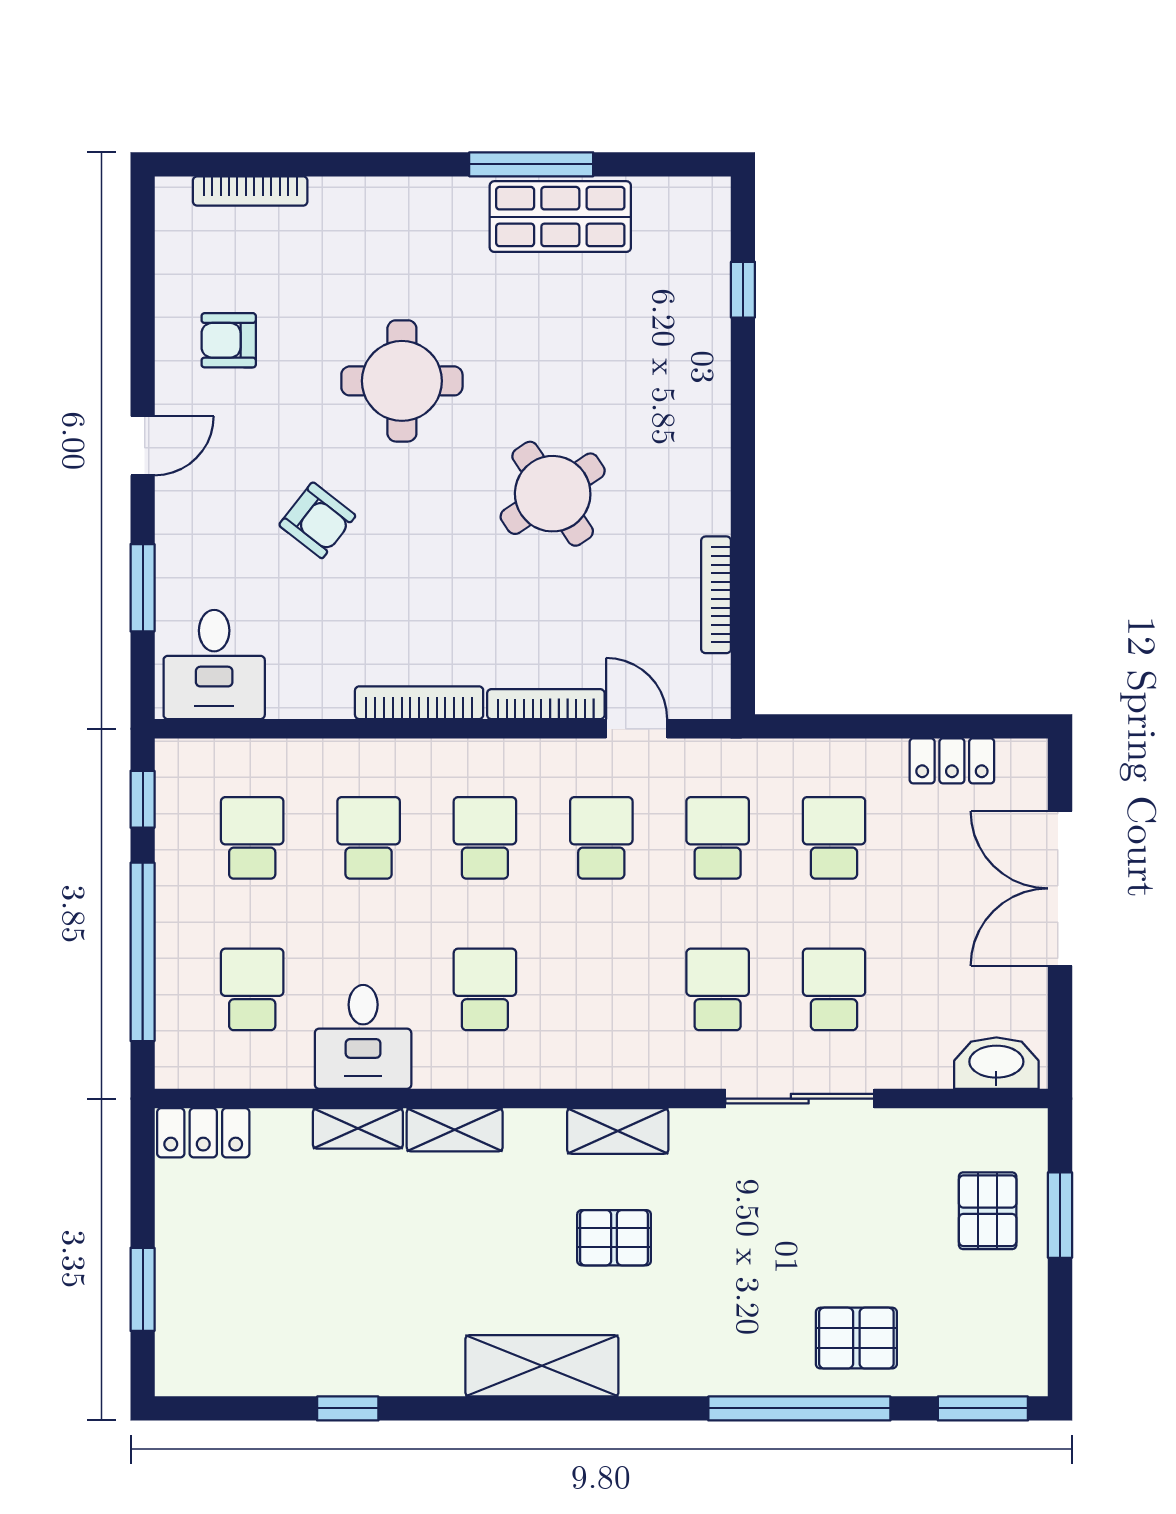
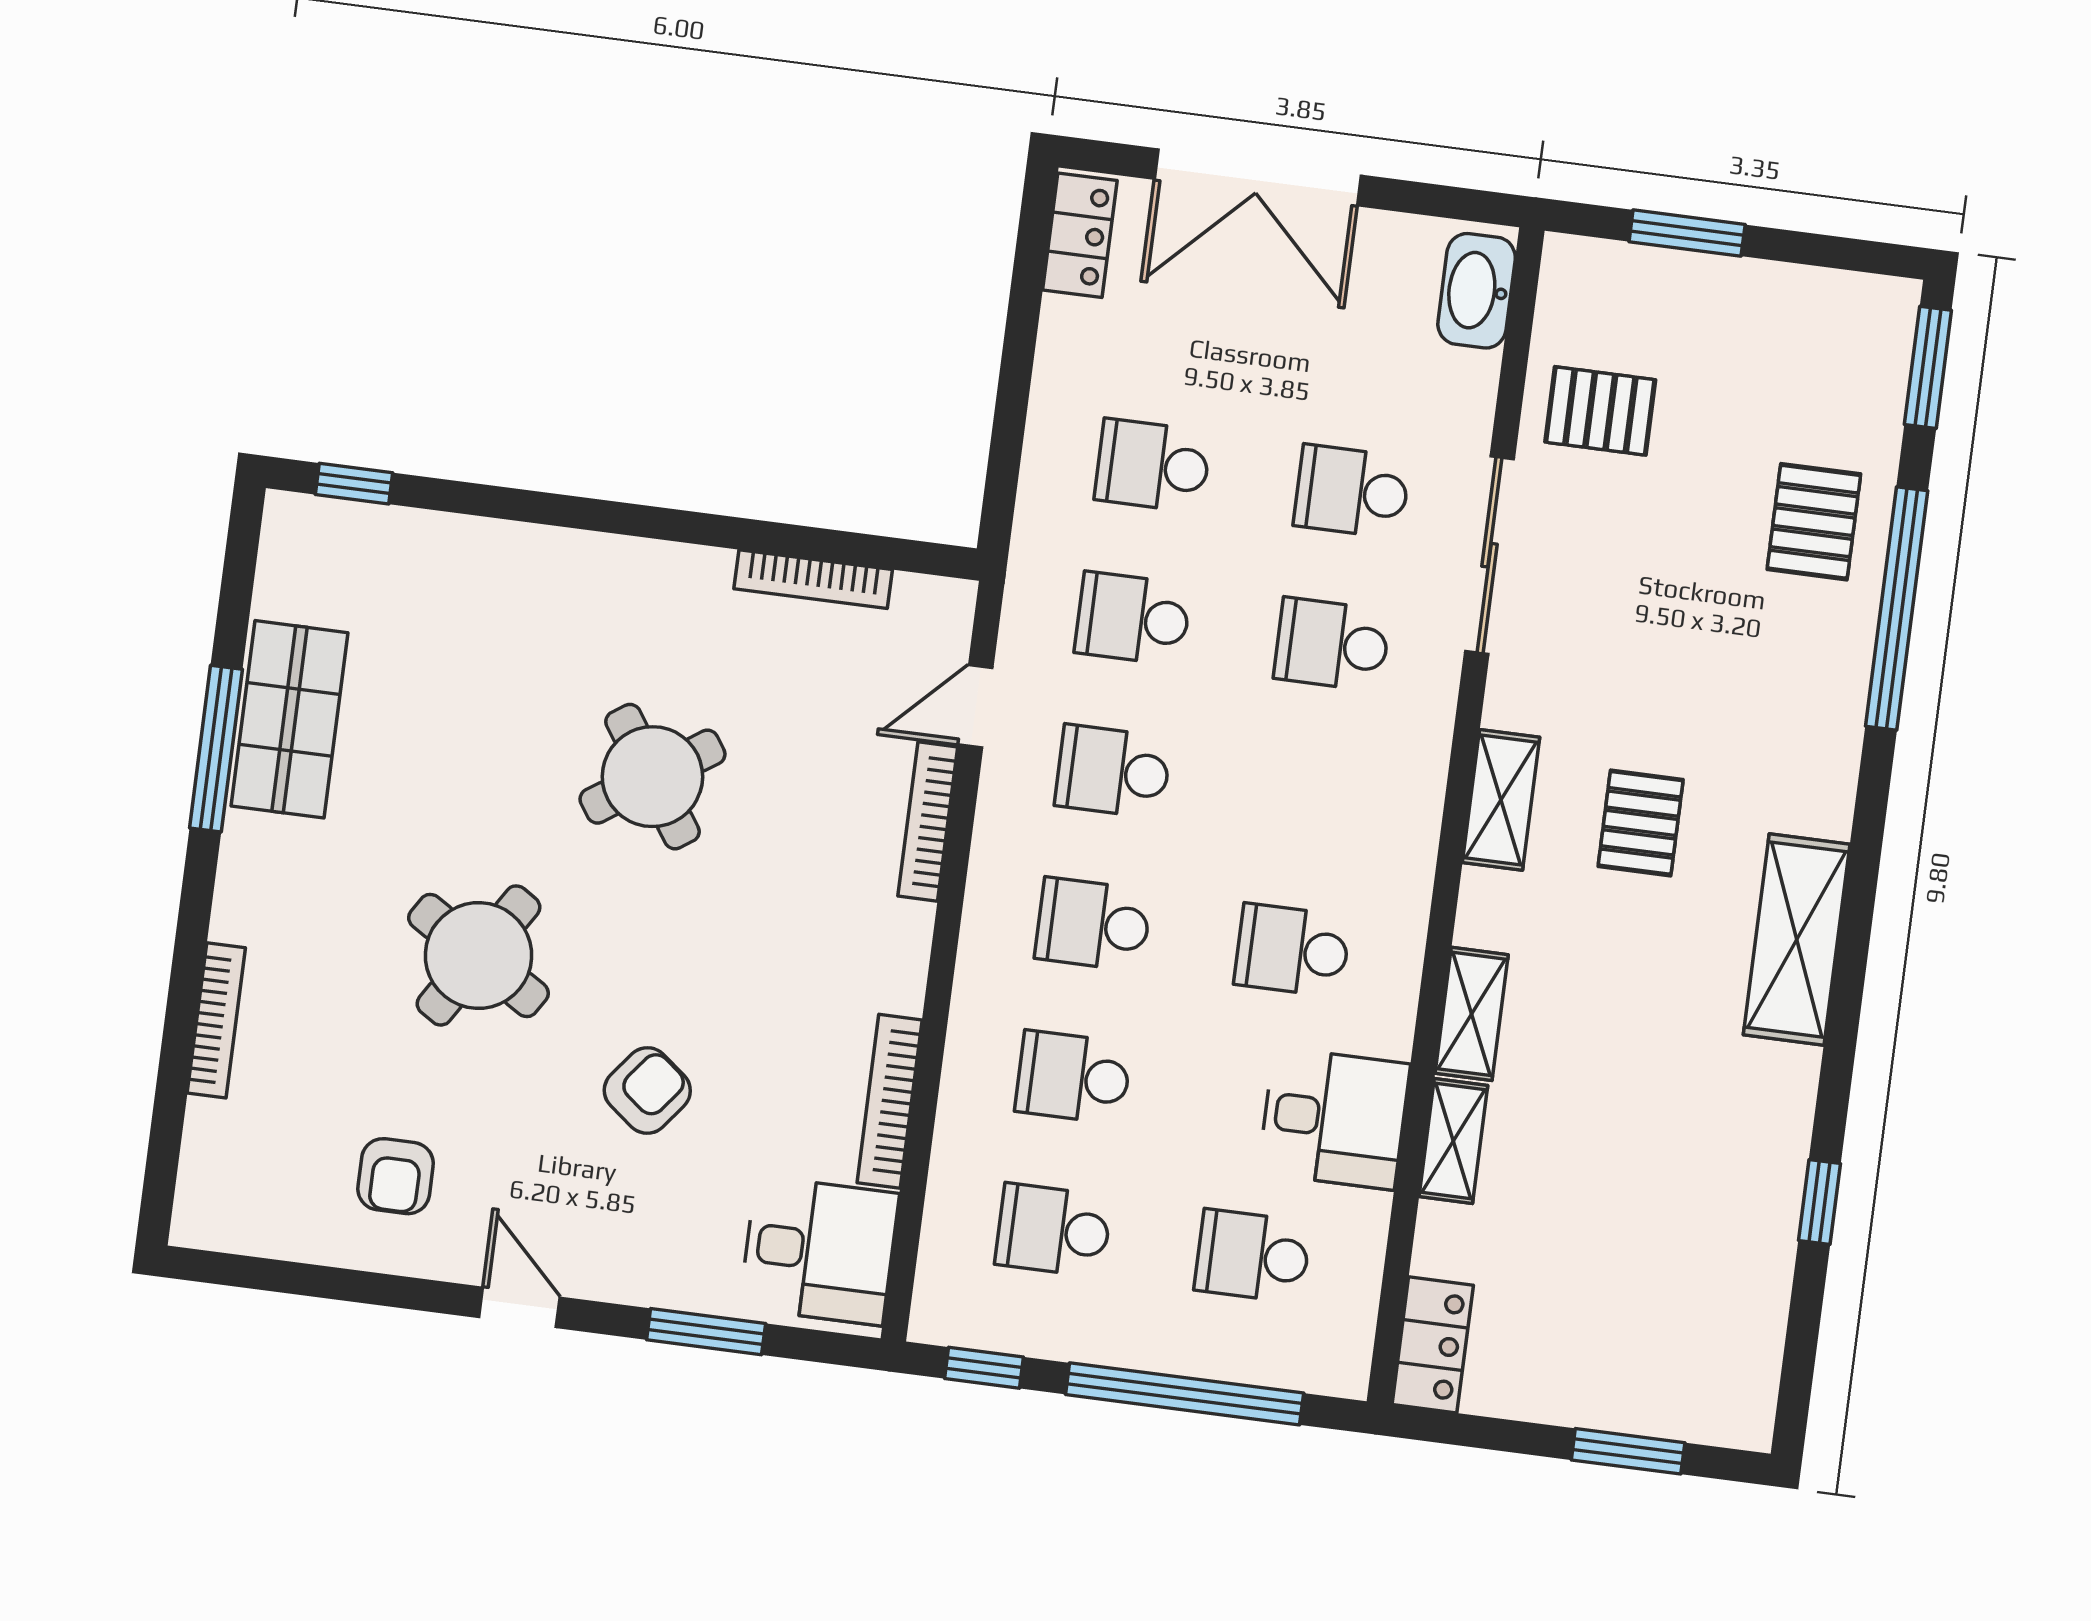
bookcase: (250, 191) -> (216, 1020), moved
window: (743, 290) -> (354, 484), moved
round table: (402, 381) -> (478, 955), turned 32
bookcase: (419, 703) -> (890, 1101), moved
locker: (952, 761) -> (1080, 235), moved
pallet: (988, 1211) -> (1600, 411), moved

